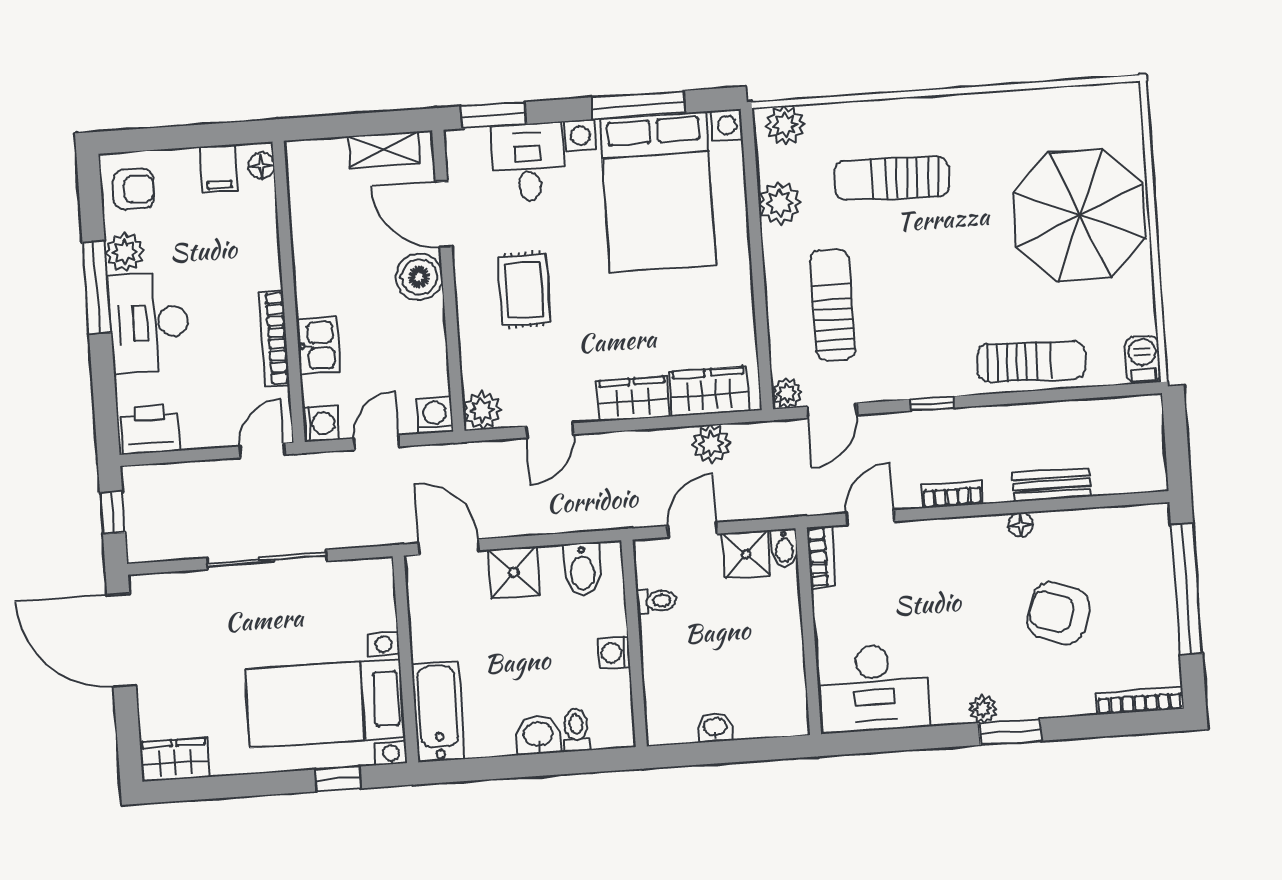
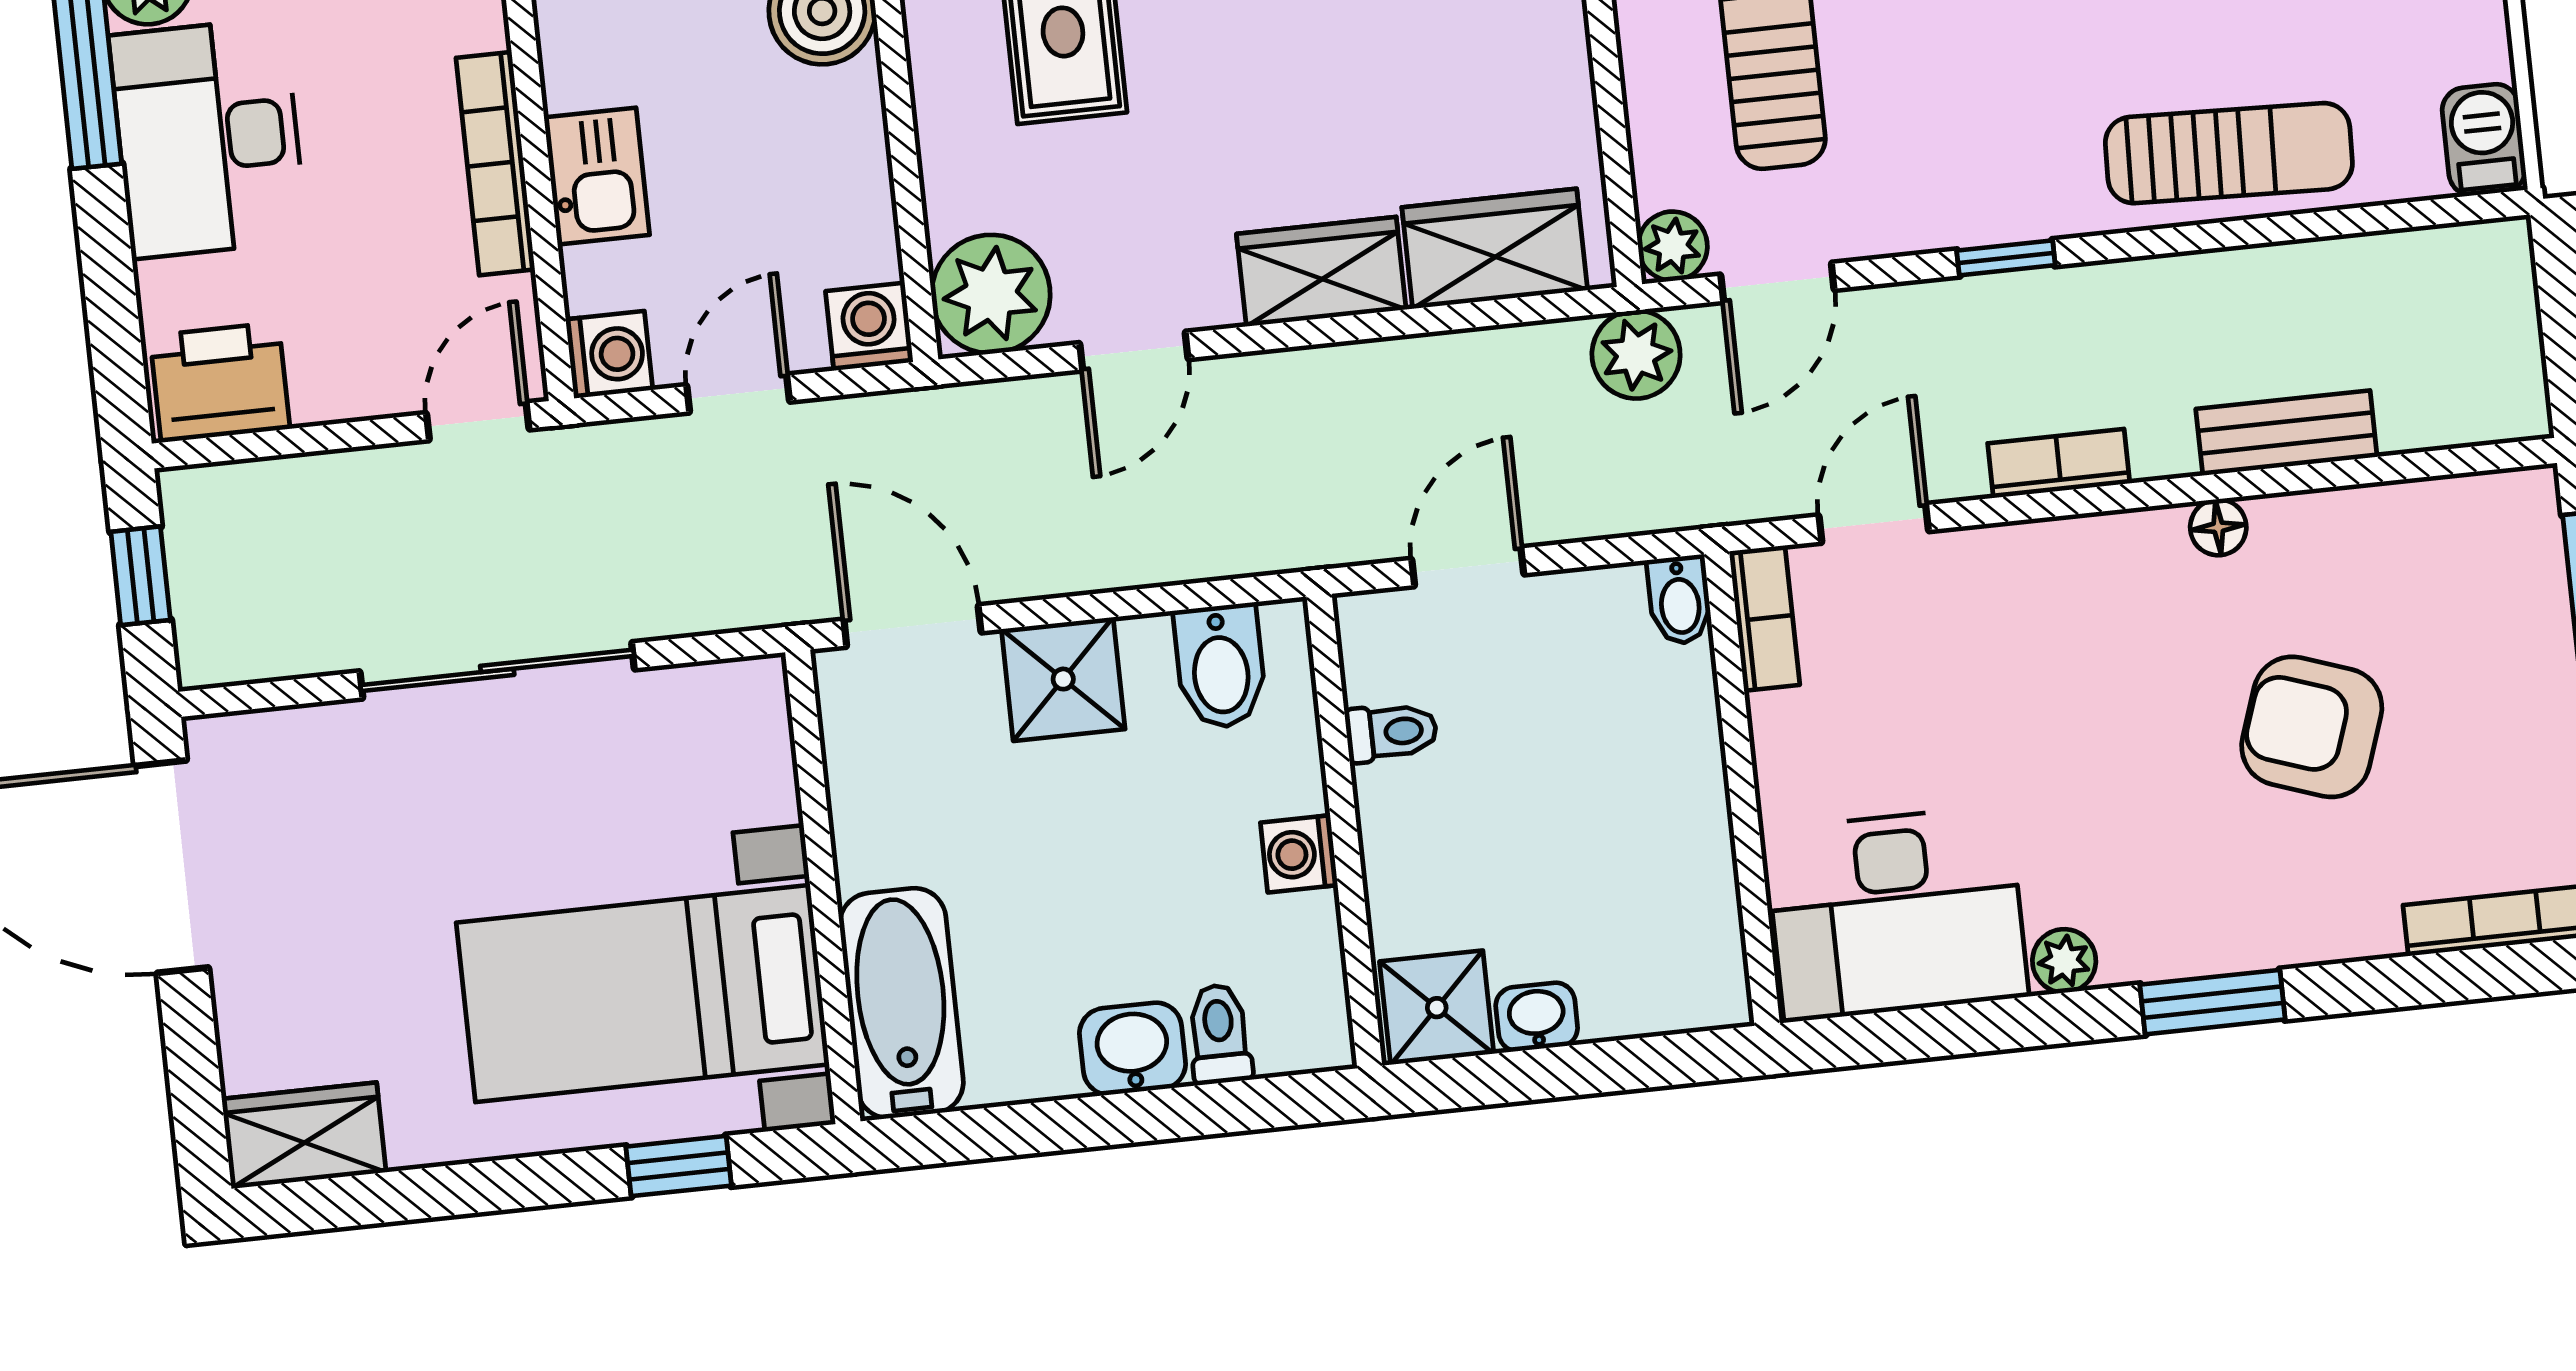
plant: (482, 411) -> (991, 294), width x1.36, depth x1.36
plant: (711, 444) -> (1636, 354), moved
shower: (746, 554) -> (1437, 1008), moved
plant: (983, 709) -> (2064, 961), moved

